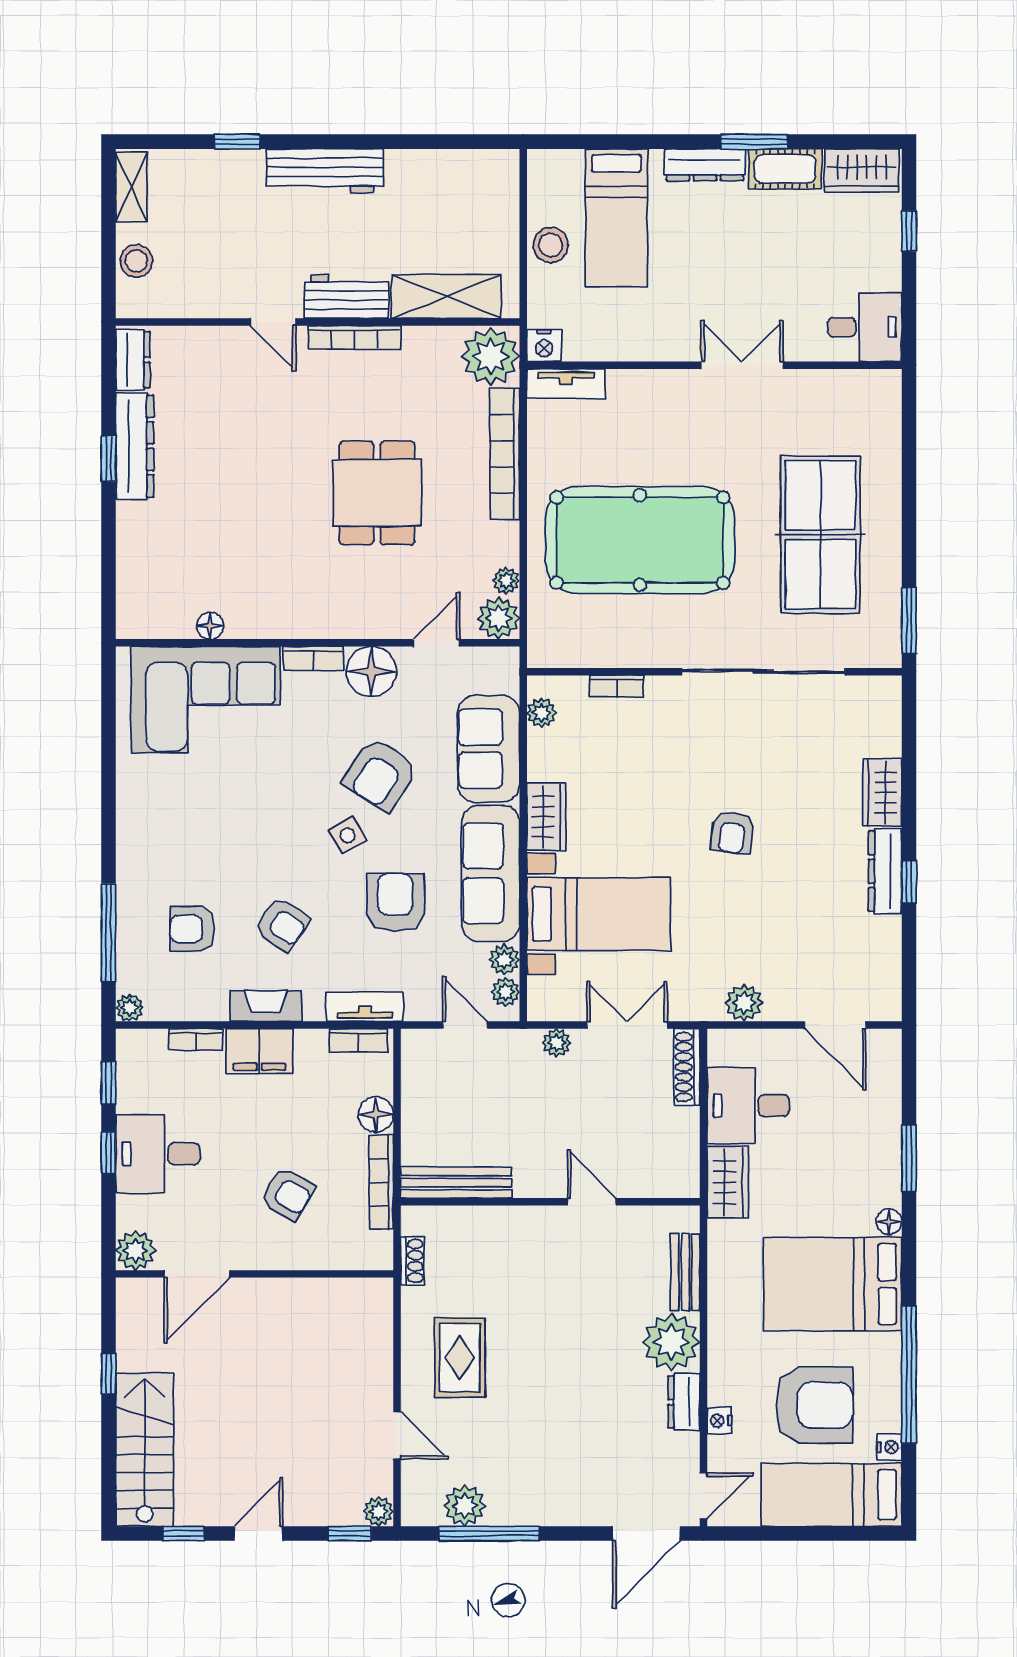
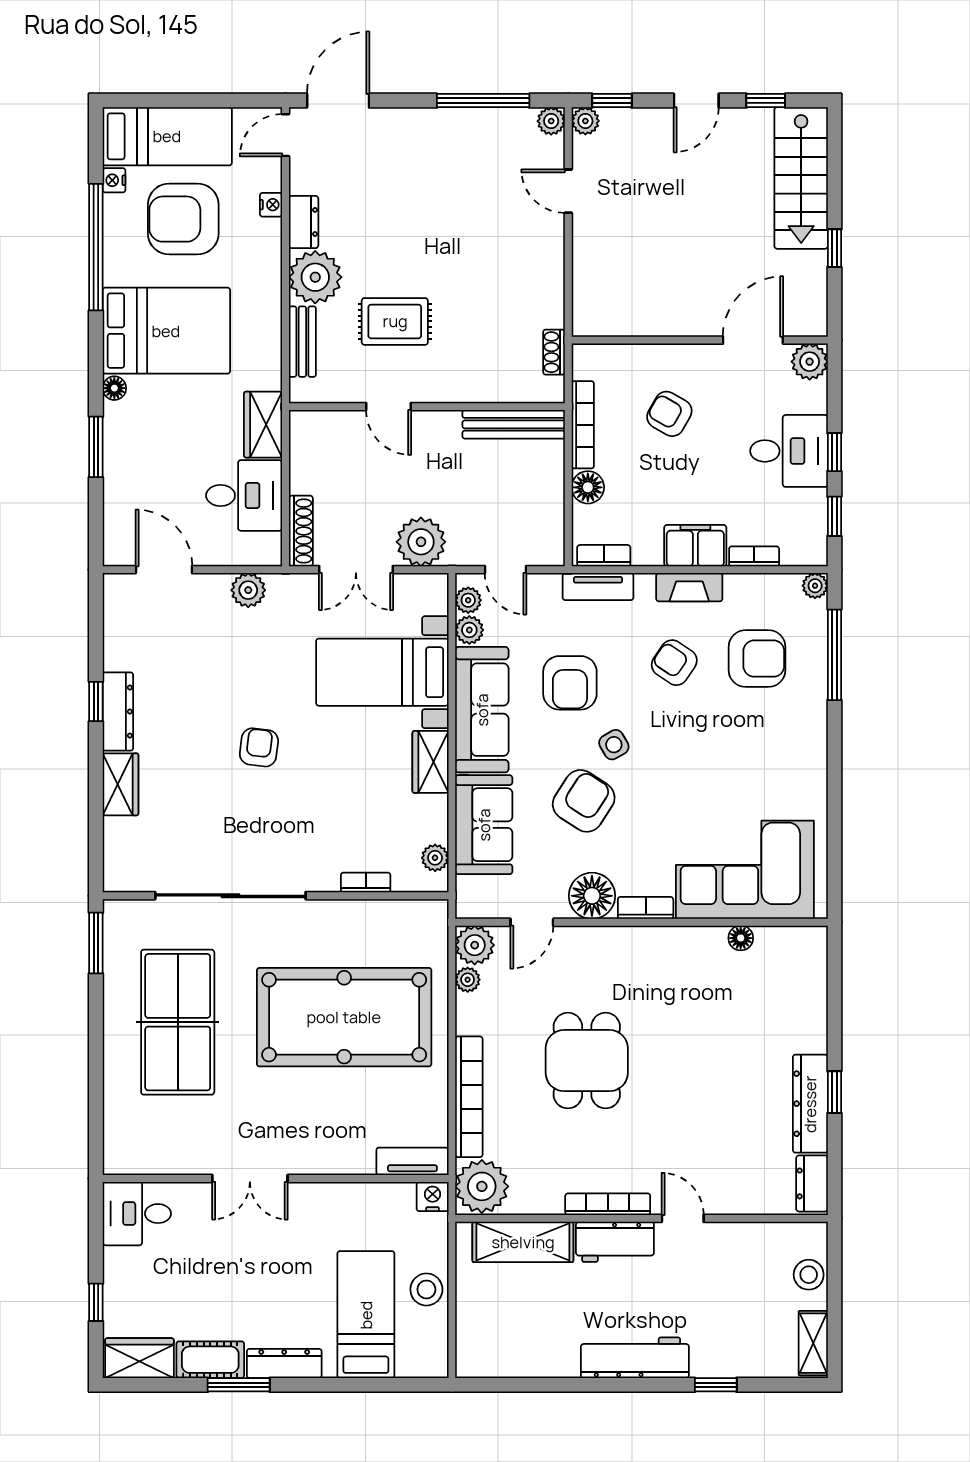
armchair: (192, 929) -> (757, 659), width x1.38, depth x1.38
plant: (557, 1043) -> (421, 542), width x1.88, depth x1.88
rug: (460, 1357) -> (395, 321), moved, turned 90
plant: (465, 1506) -> (551, 121), moved, width x0.73, depth x0.73

